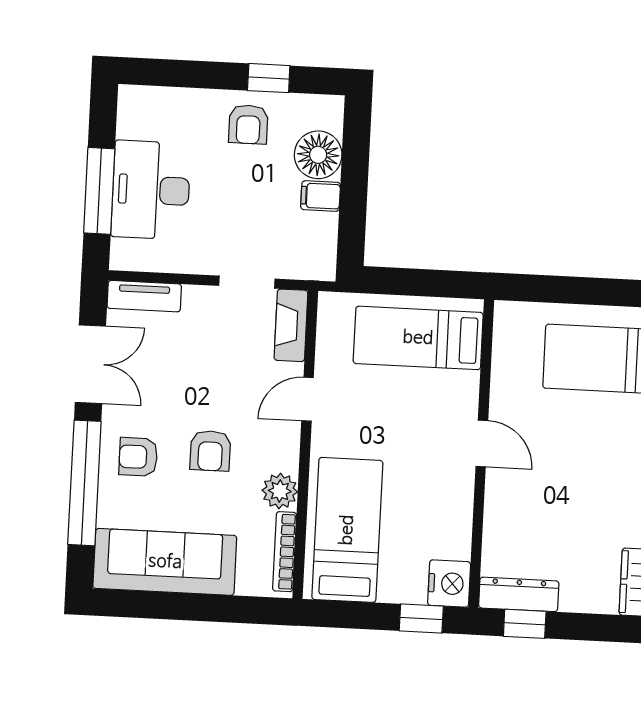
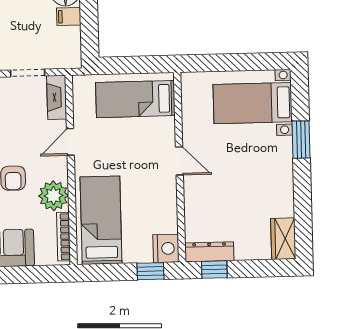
plant: (280, 491) -> (54, 196), width x1.36, depth x1.36

